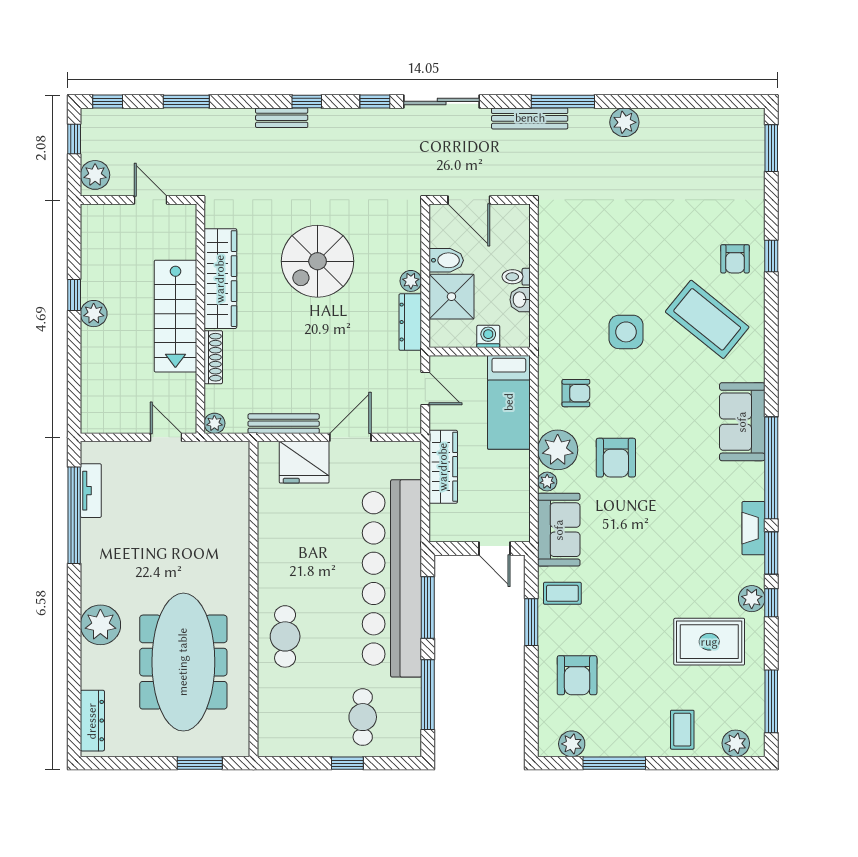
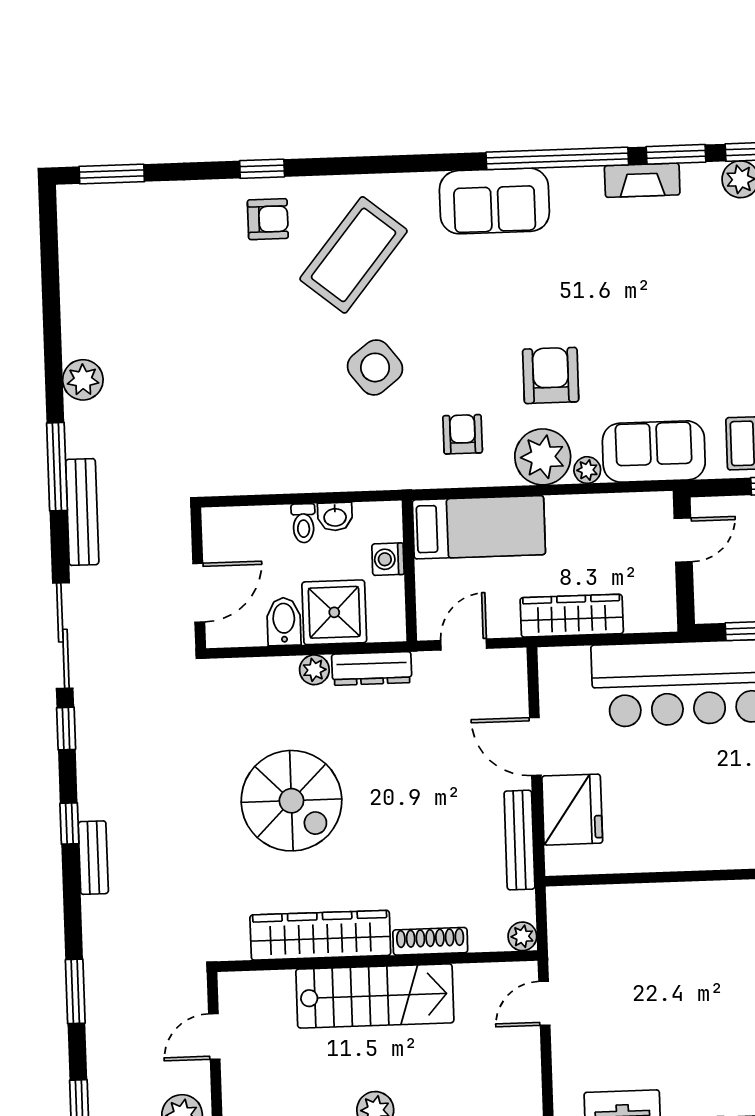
side table: (626, 332) -> (375, 367), turned -38
armchair: (616, 458) -> (551, 375), turned -90

